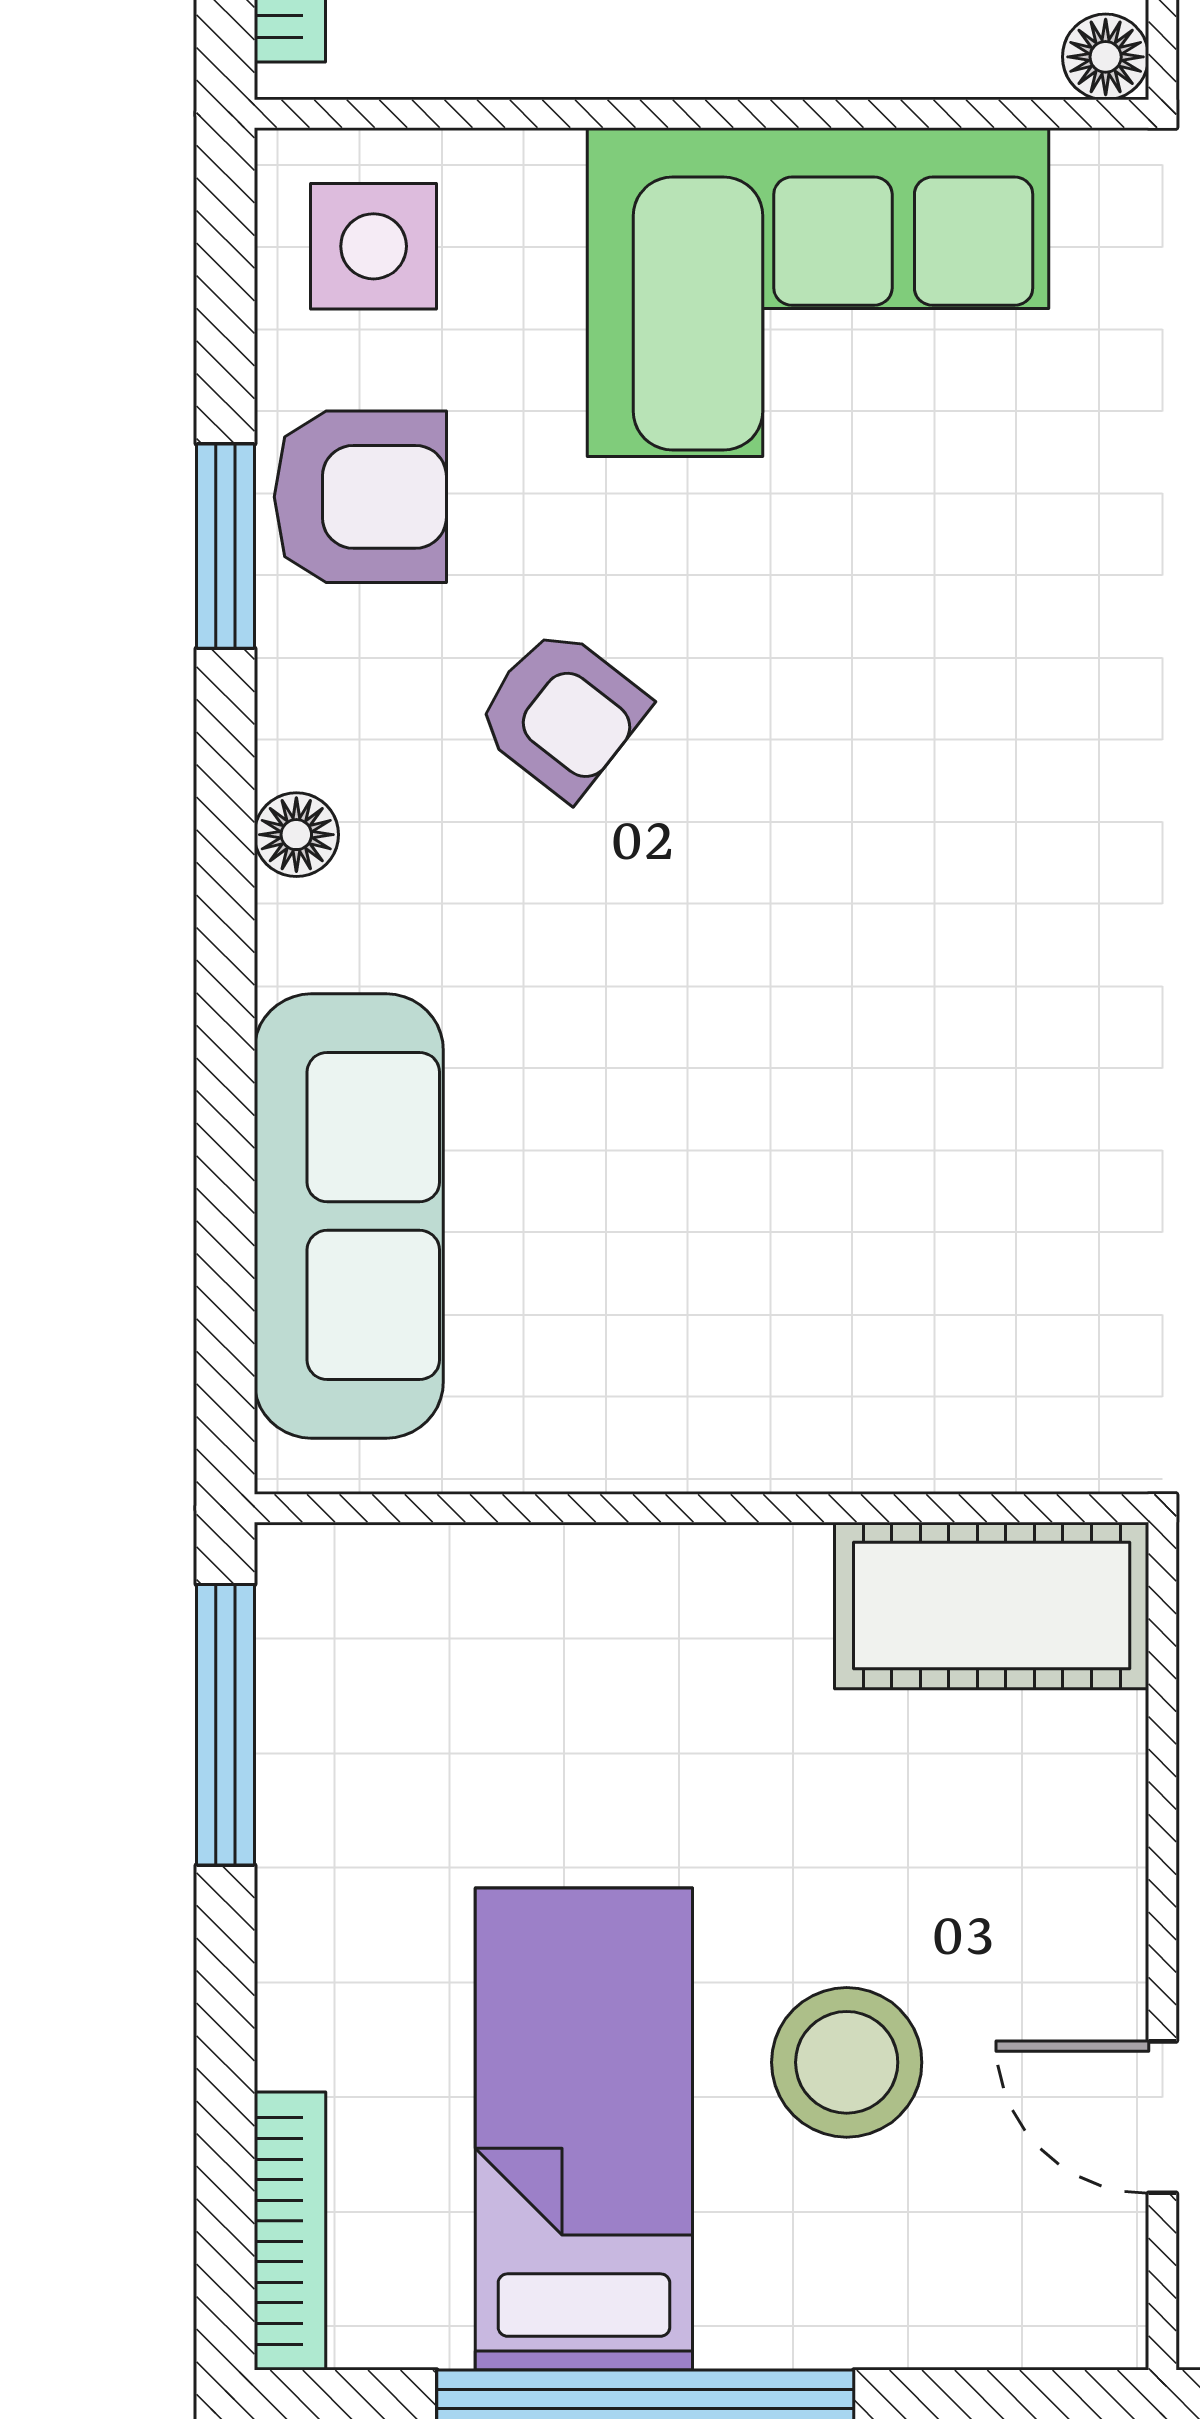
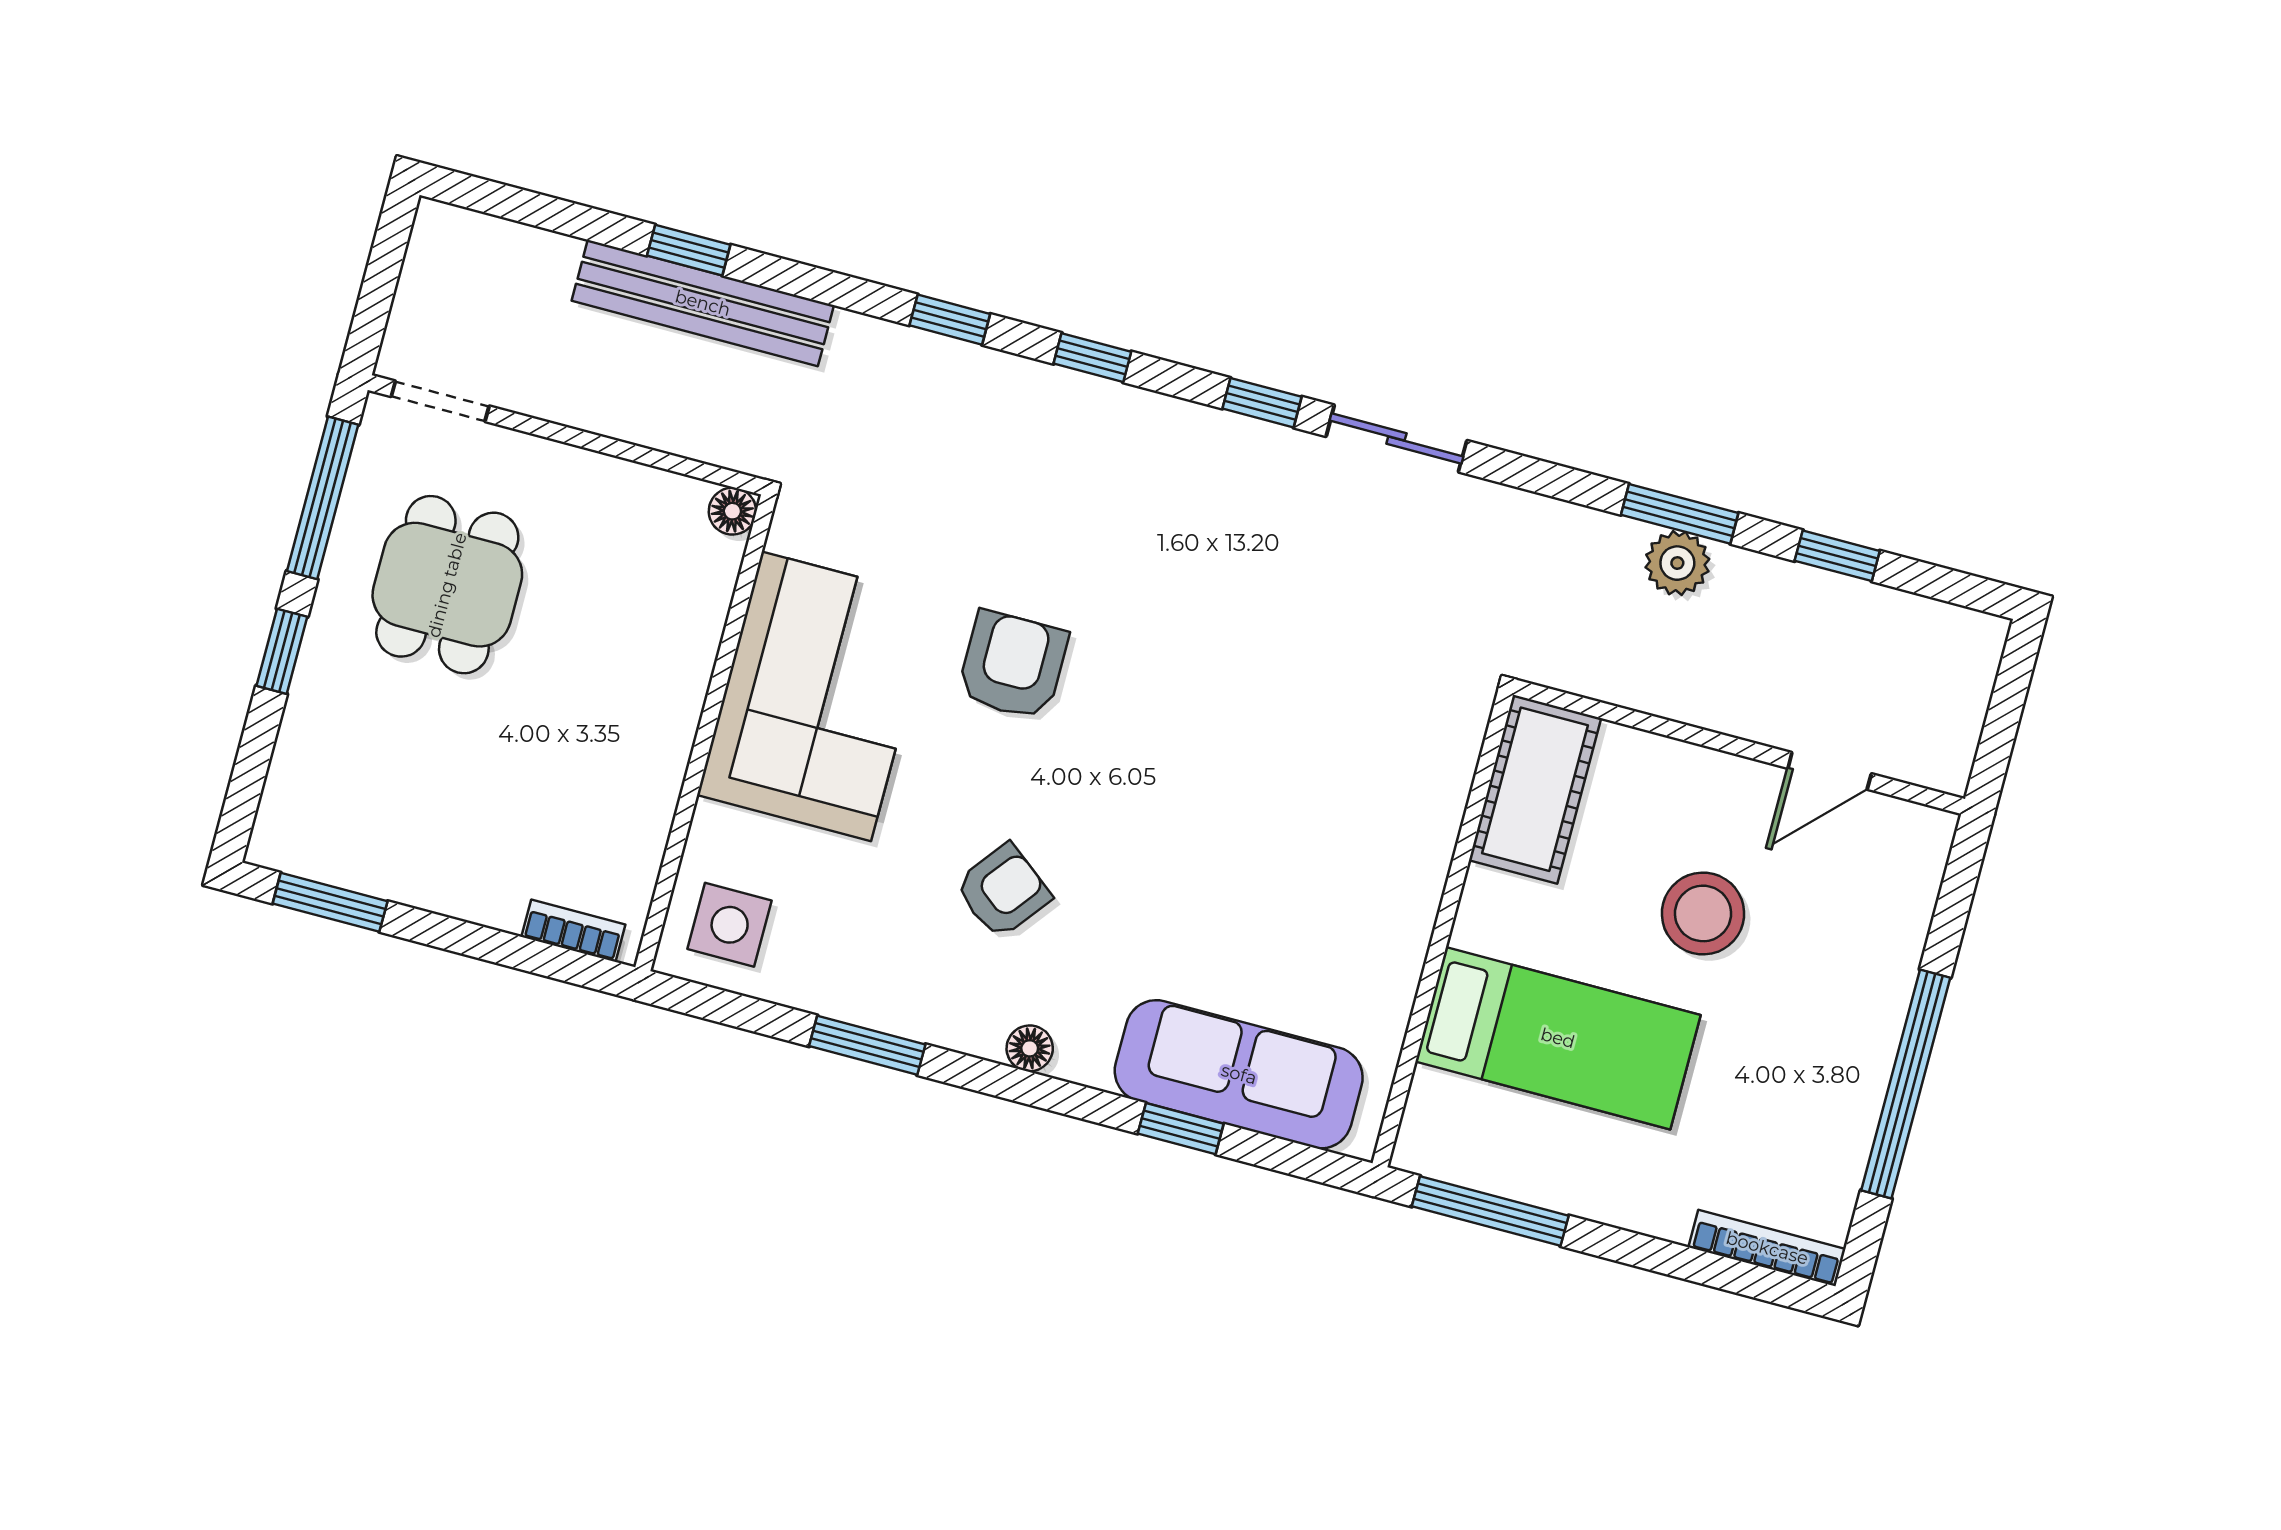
armchair: (360, 497) -> (1013, 665), moved
window: (226, 1139) -> (1181, 1129), added
stool: (847, 2062) -> (1703, 913), moved
bed: (584, 2129) -> (1558, 1038), moved, turned 180

